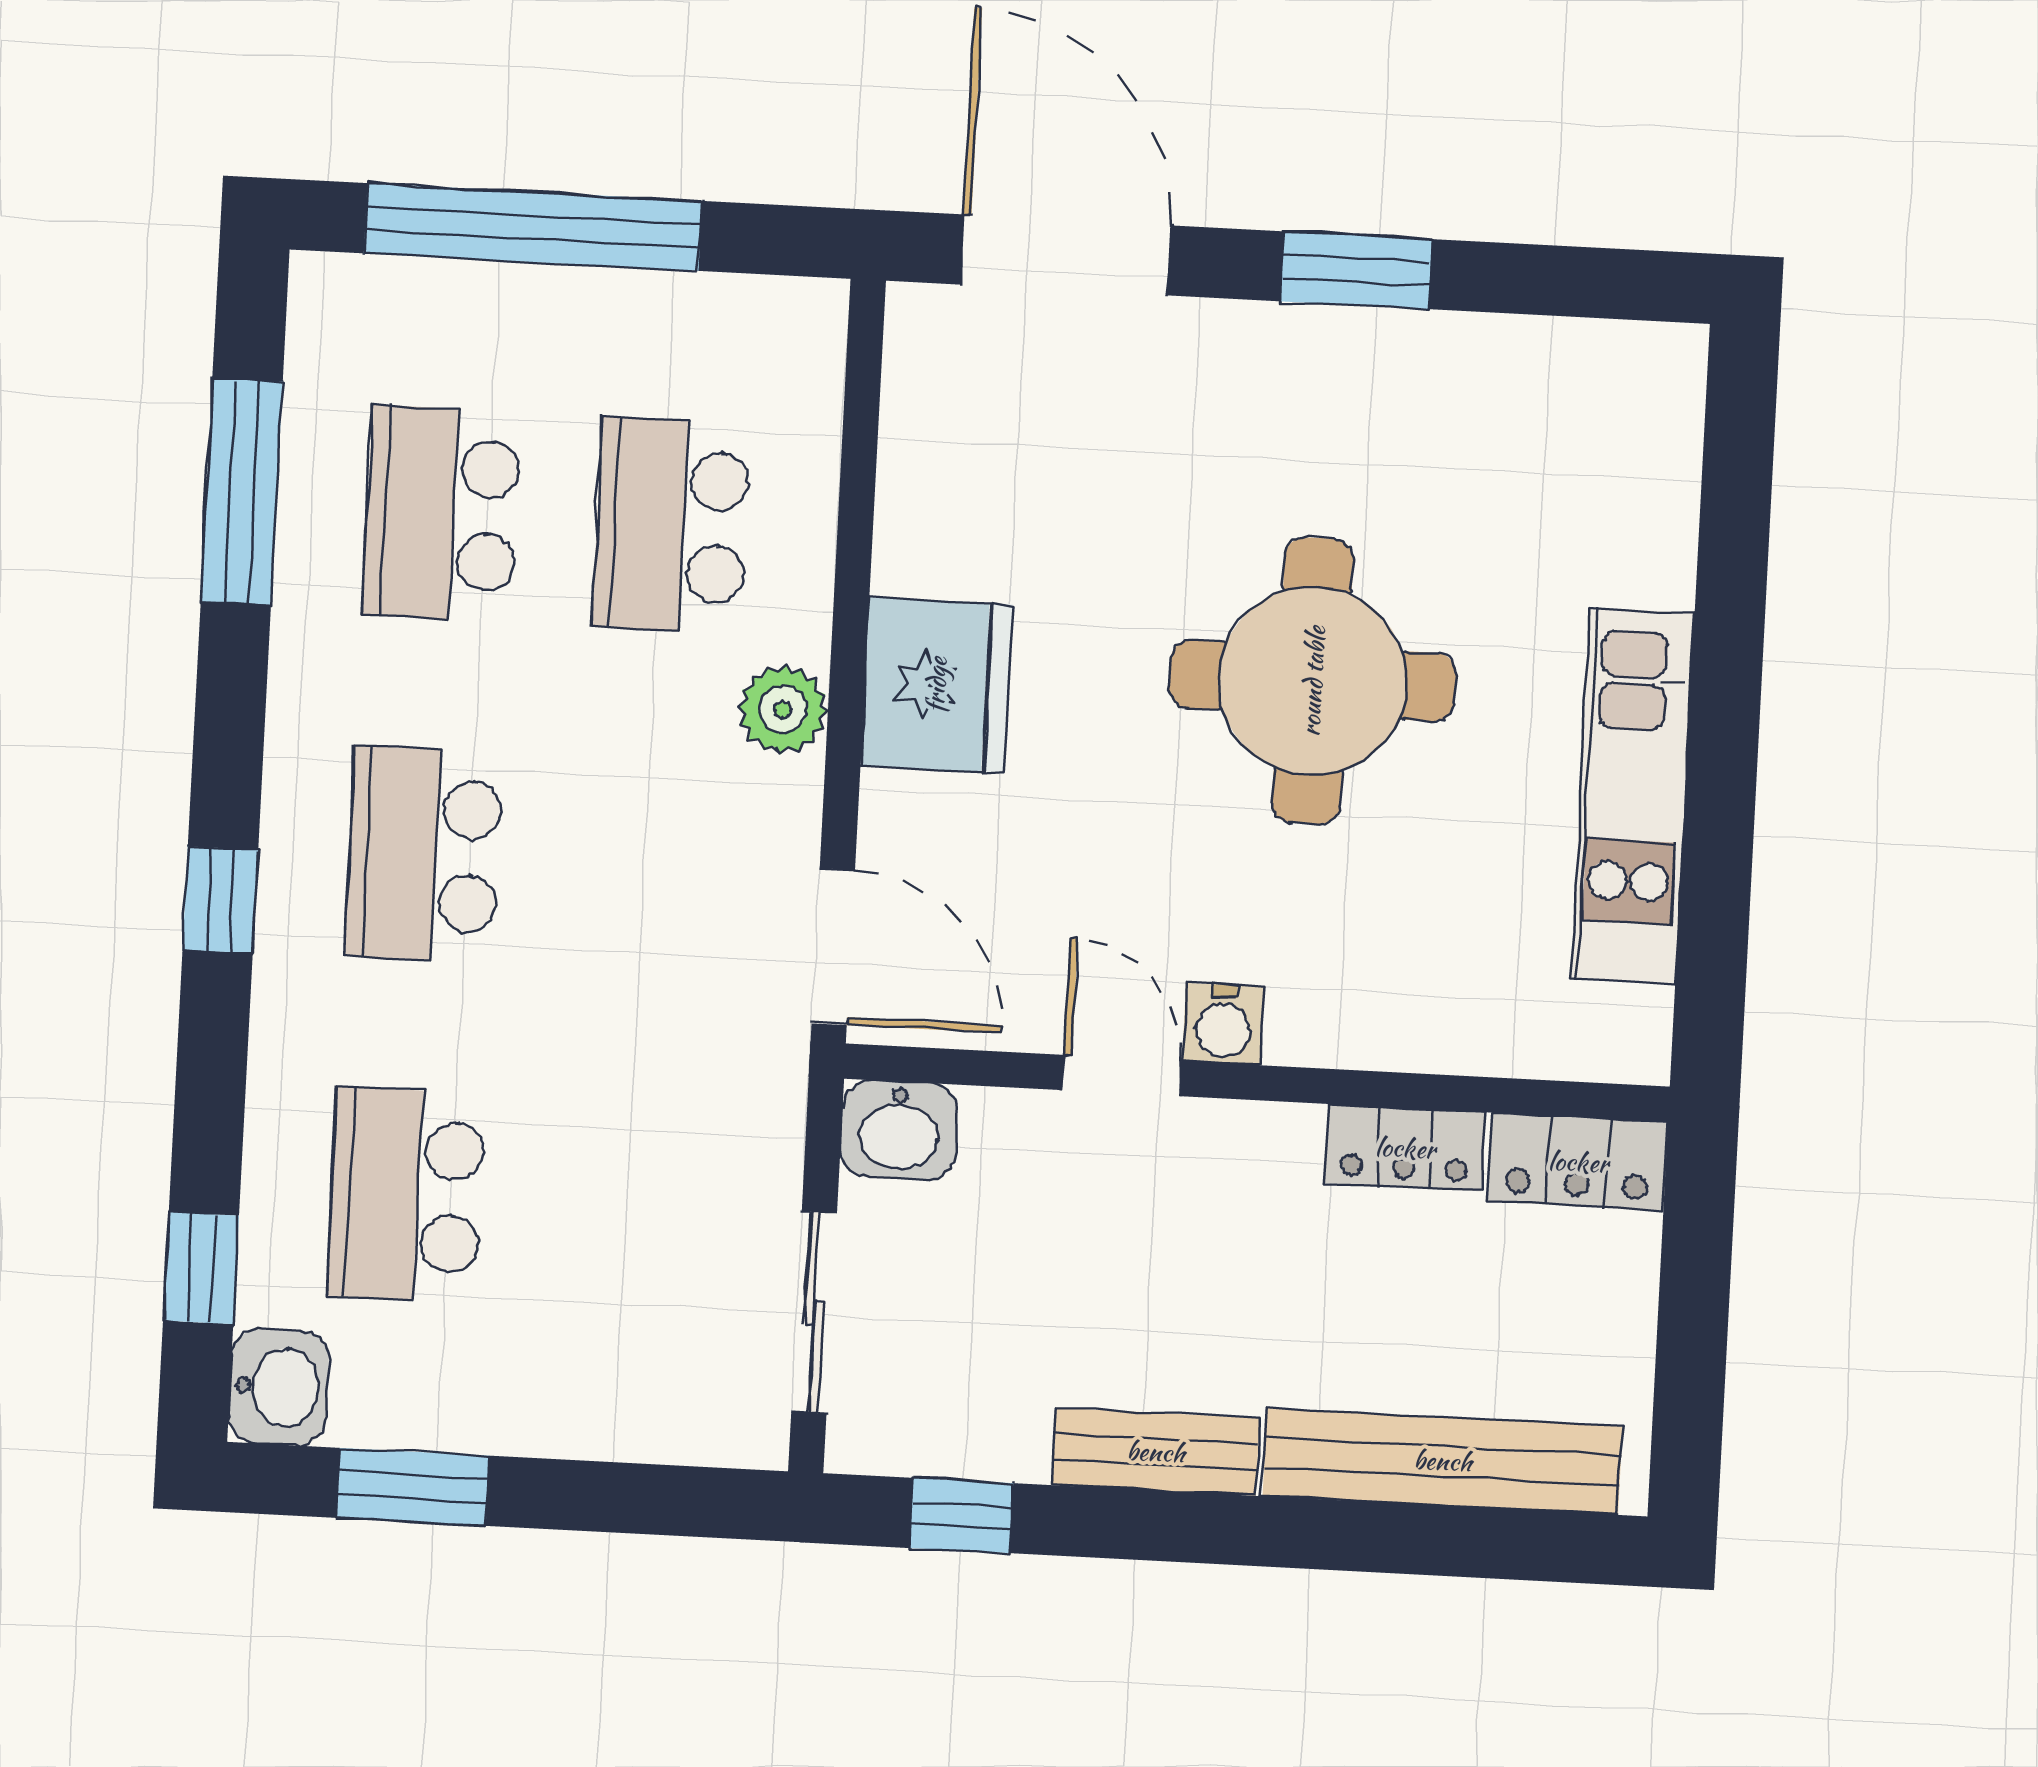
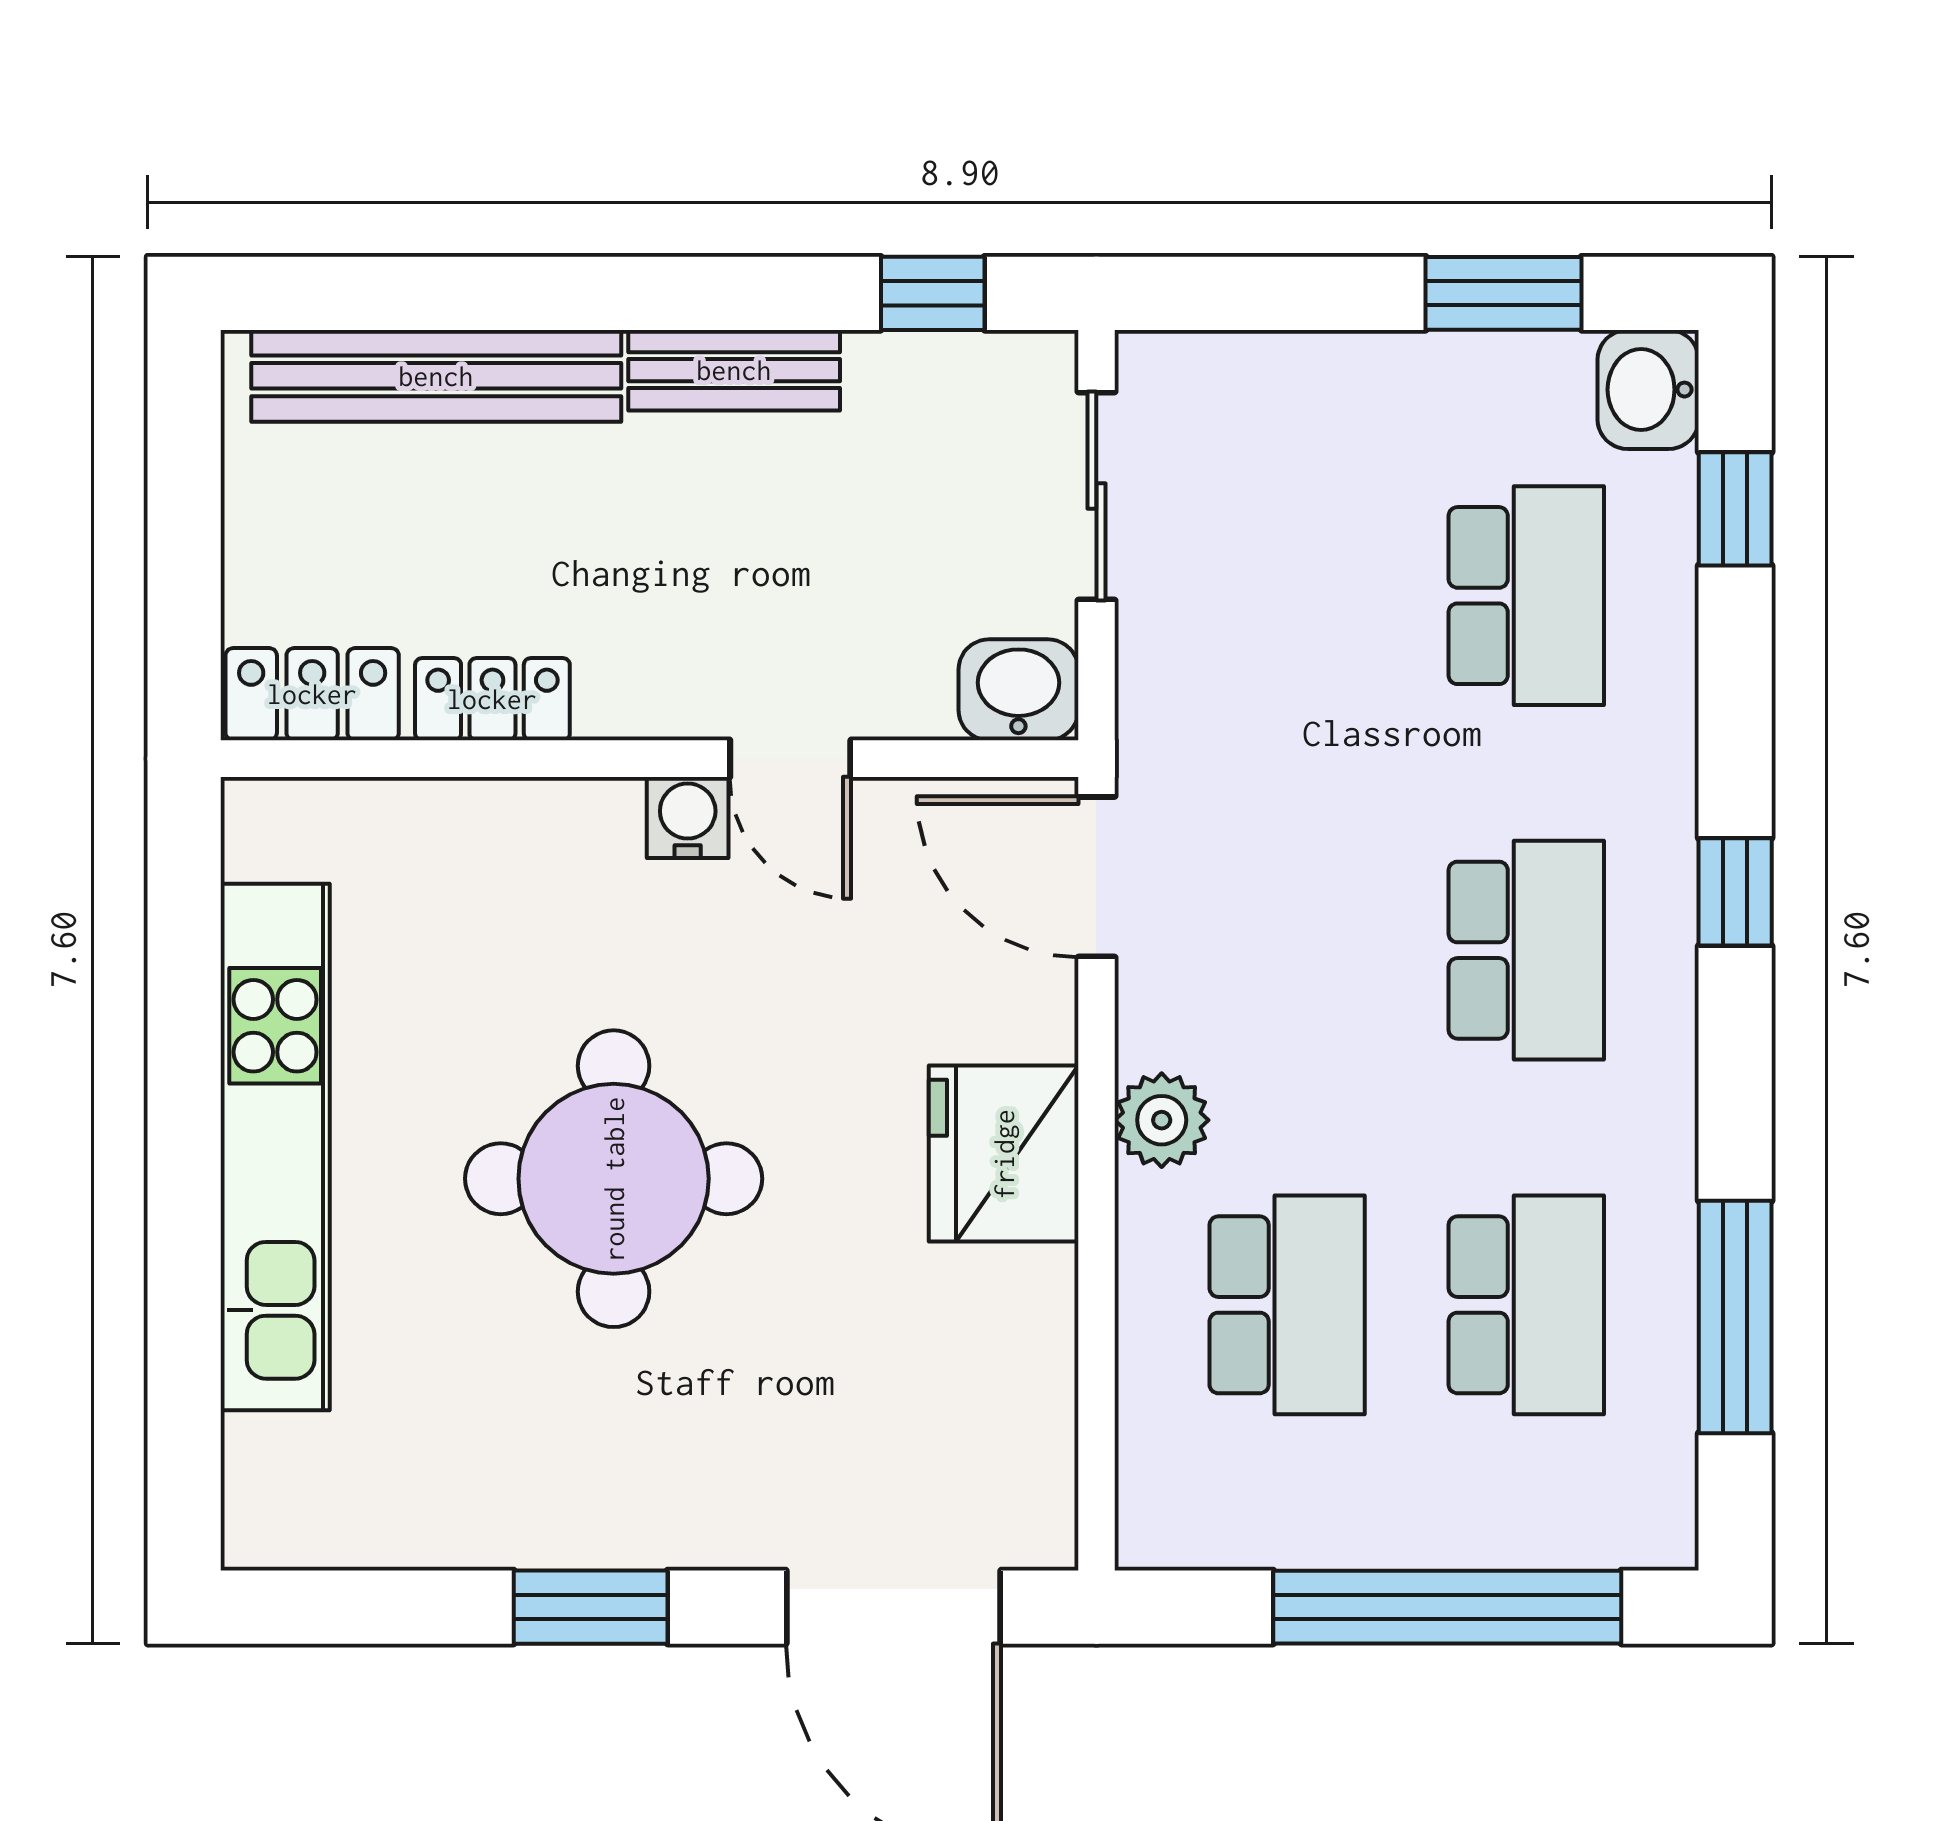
kitchen unit: (1633, 796) -> (275, 1147), width x1.36

